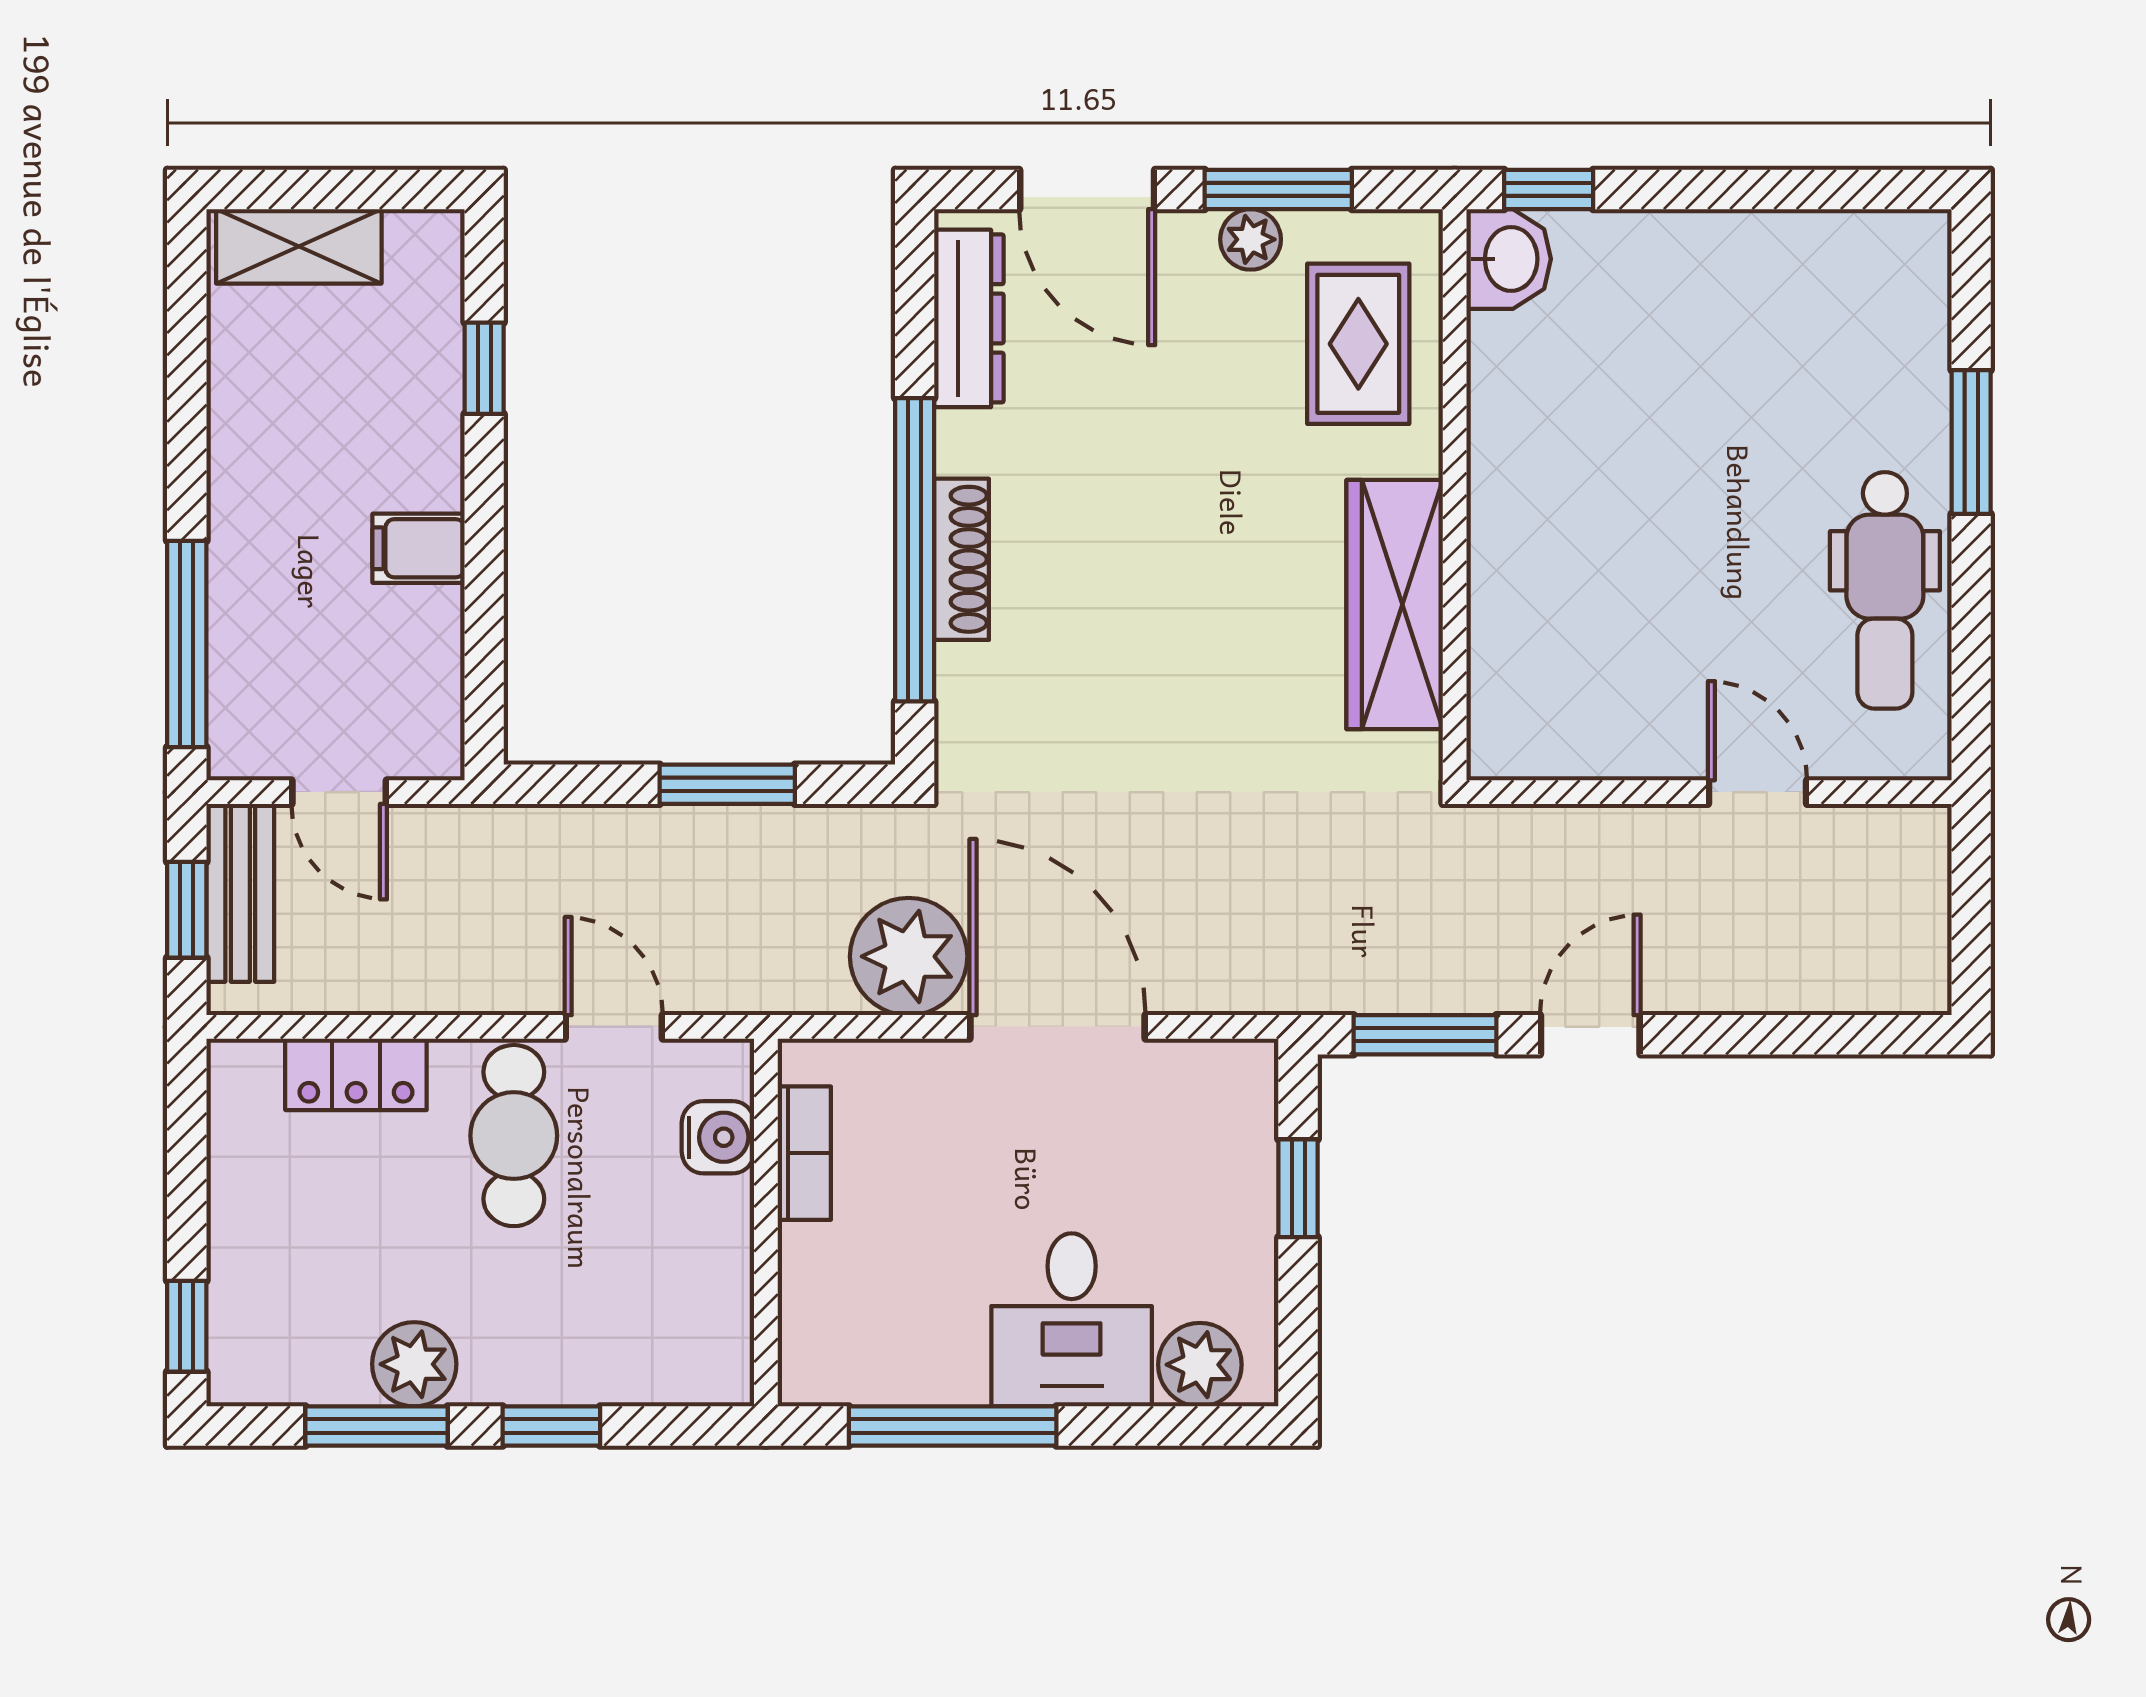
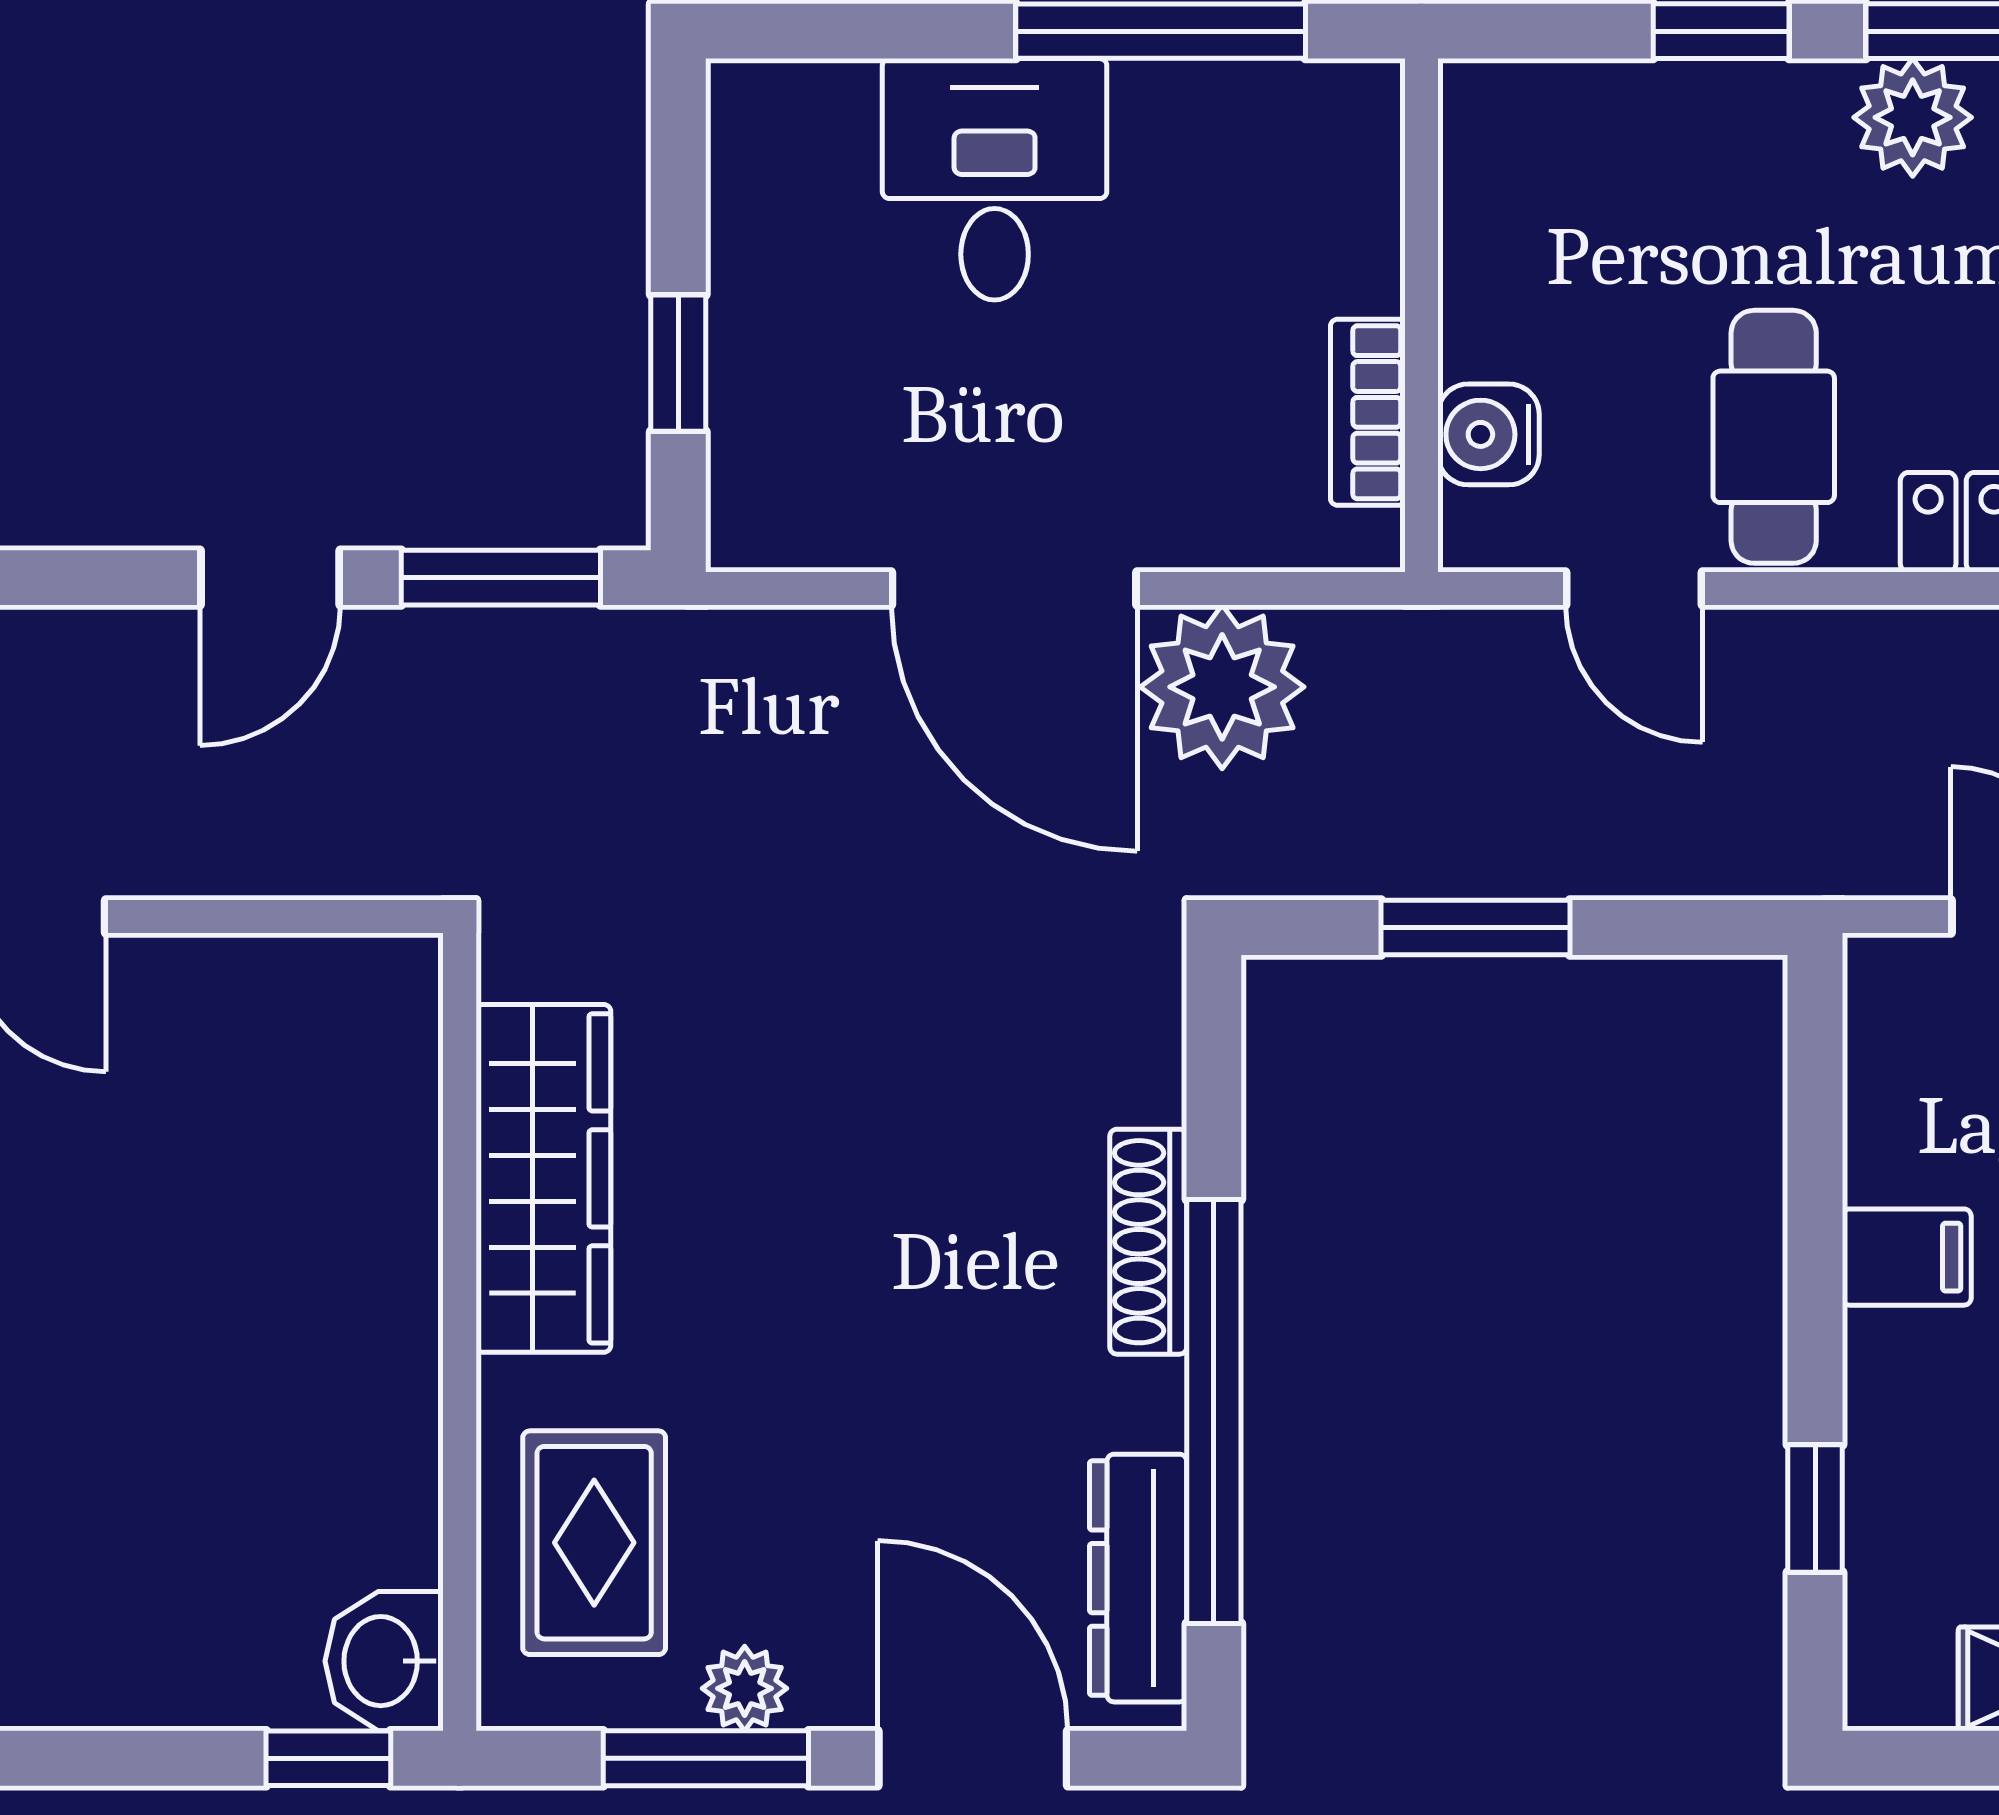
window: (915, 550) -> (1214, 1411), moved
plant: (1200, 1365) -> (815, 117), removed

